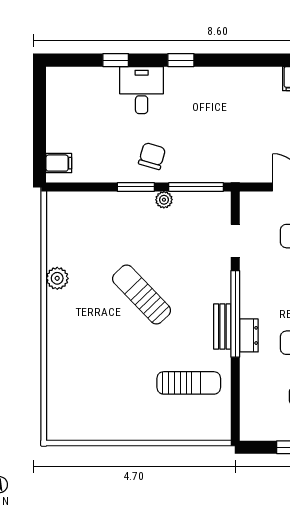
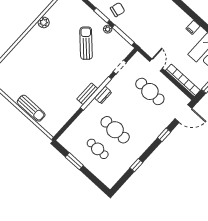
sun lounger: (142, 294) -> (86, 43), moved
dresser: (249, 335) -> (103, 95), moved
sun lounger: (189, 383) -> (31, 108), moved

